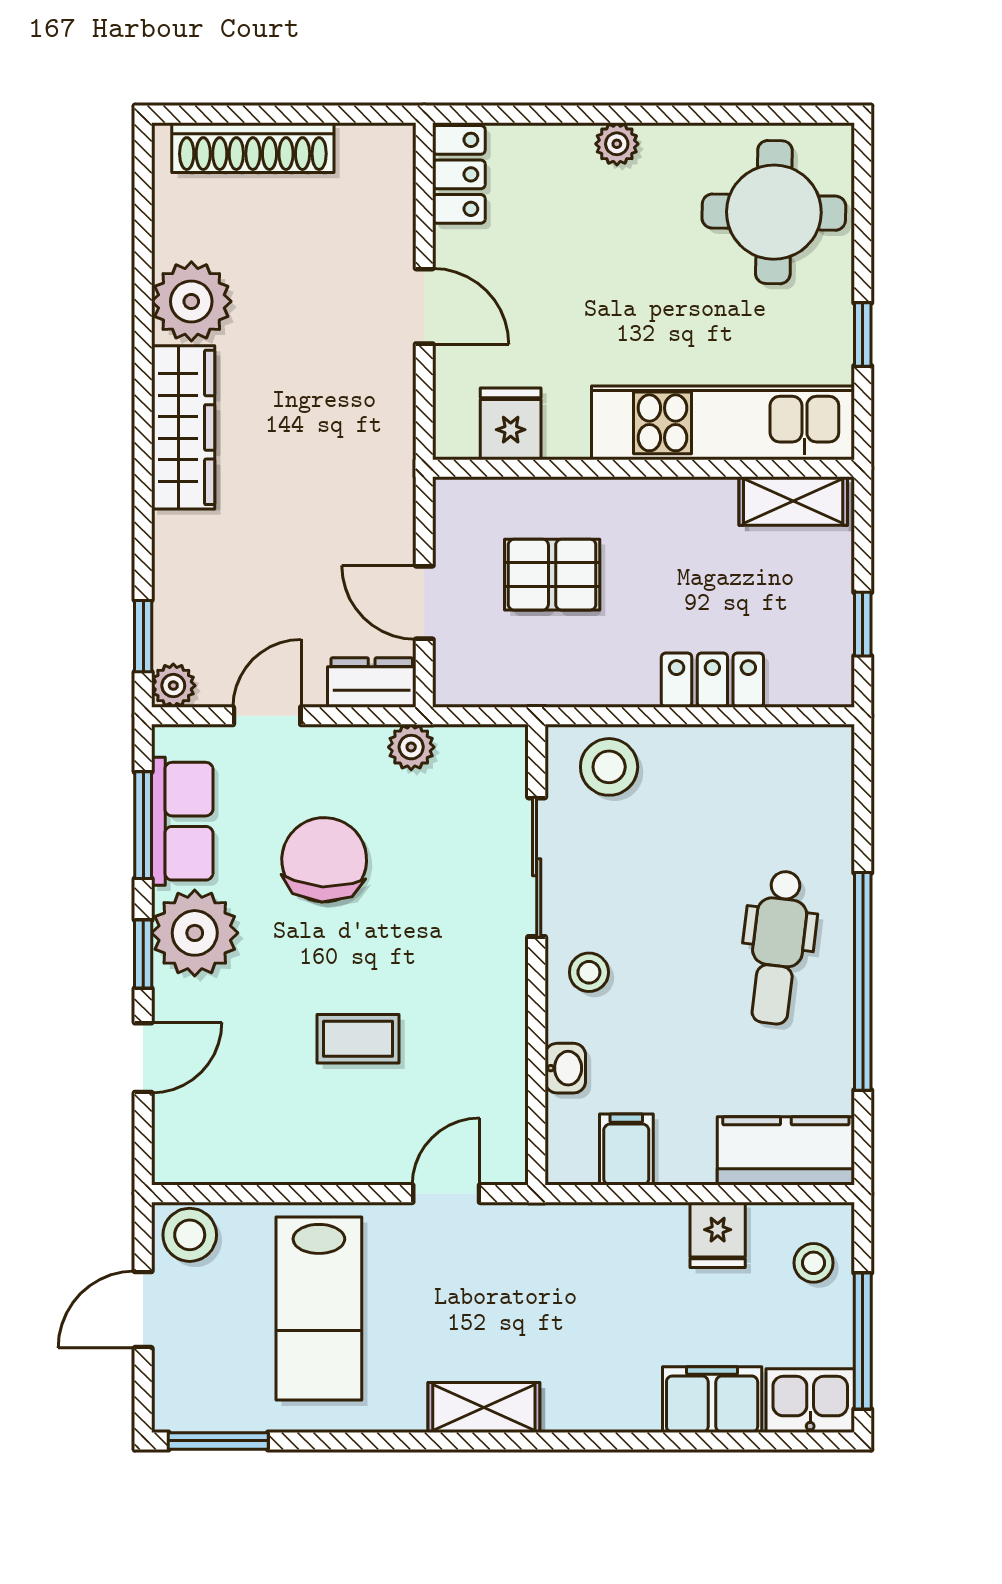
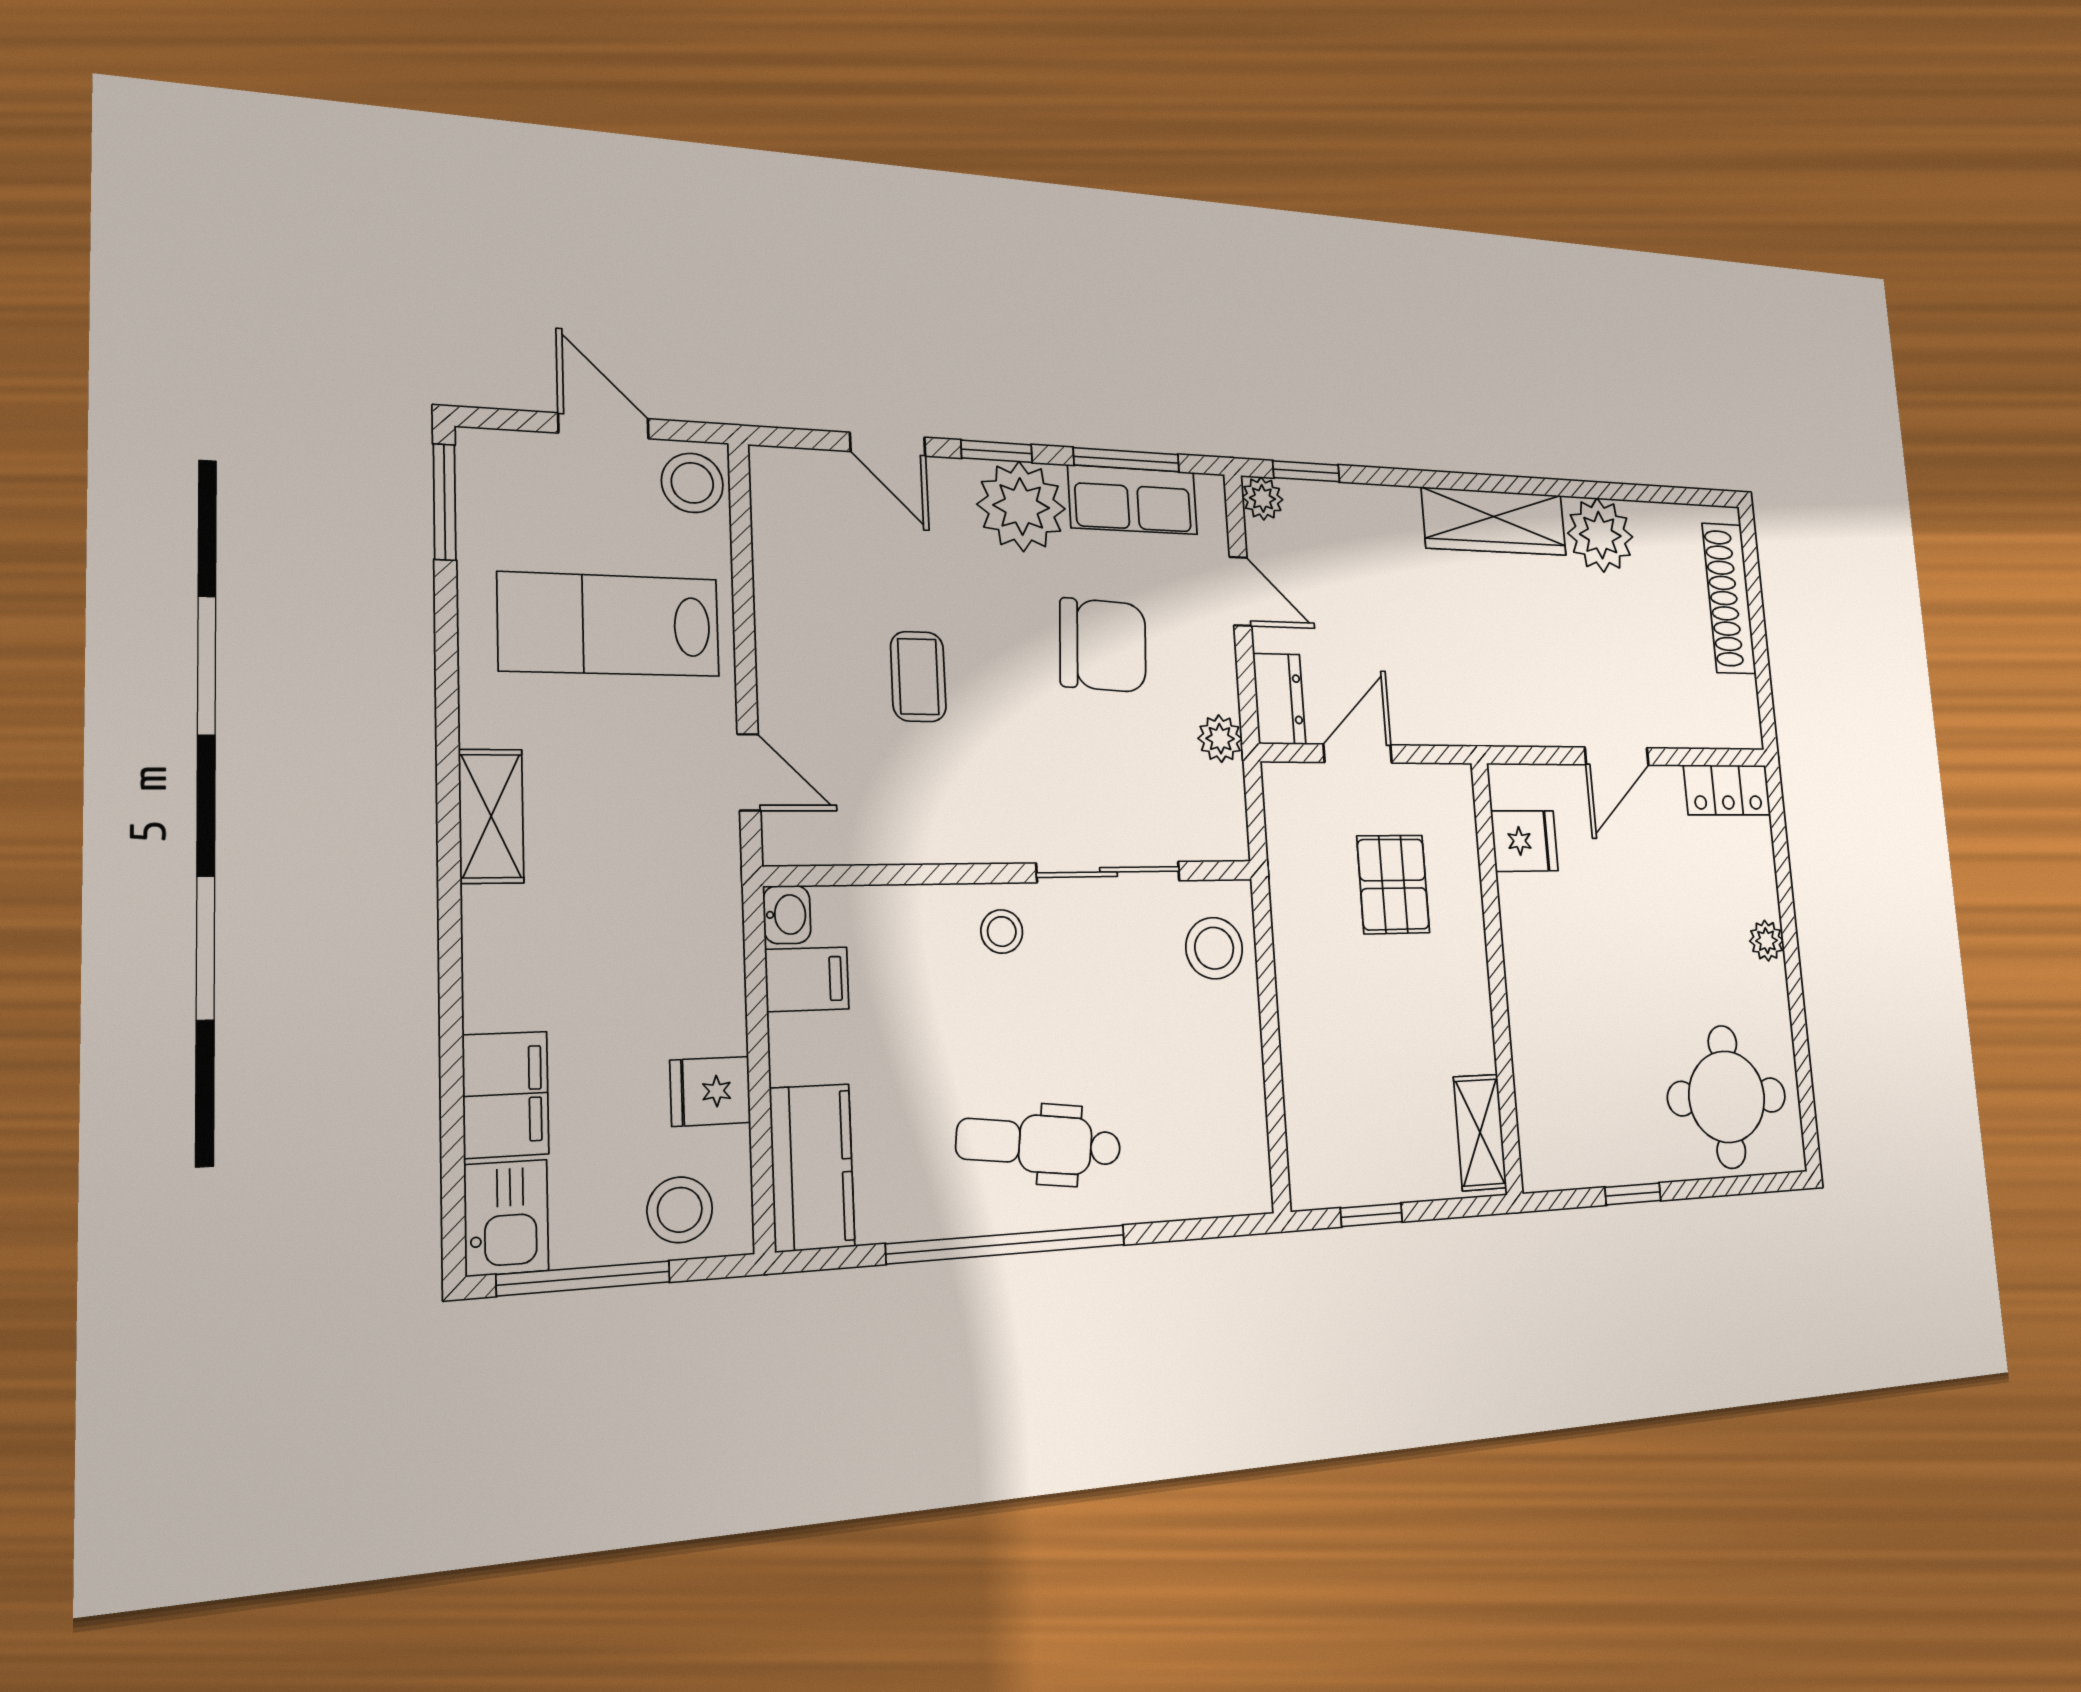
kitchen unit: (723, 423) -> (1544, 1055), removed
locker: (712, 680) -> (1306, 1056), removed
washbasin: (565, 1068) -> (787, 915), moved, turned -90
stool: (813, 1263) -> (680, 1210), width x1.37, depth x1.37

